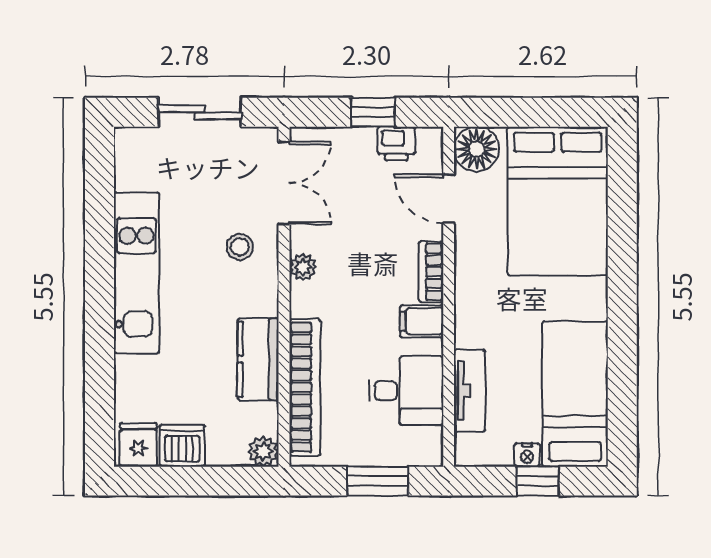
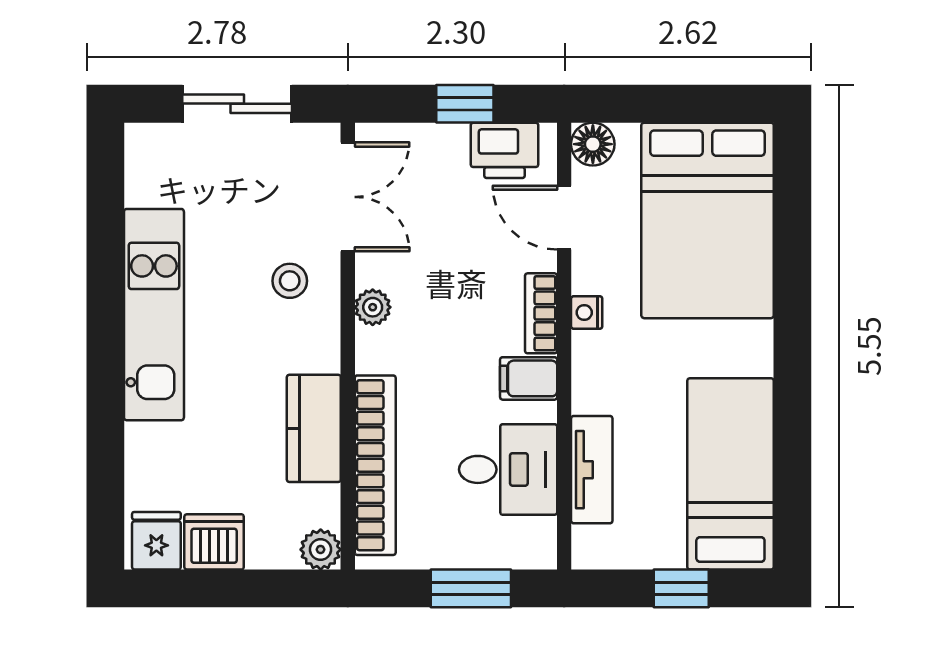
printer: (396, 144) -> (505, 150), width x1.36, depth x1.24
floor lamp: (477, 149) -> (593, 144), width x0.73, depth x0.73
nightstand: (527, 455) -> (587, 312), moved, turned 90

